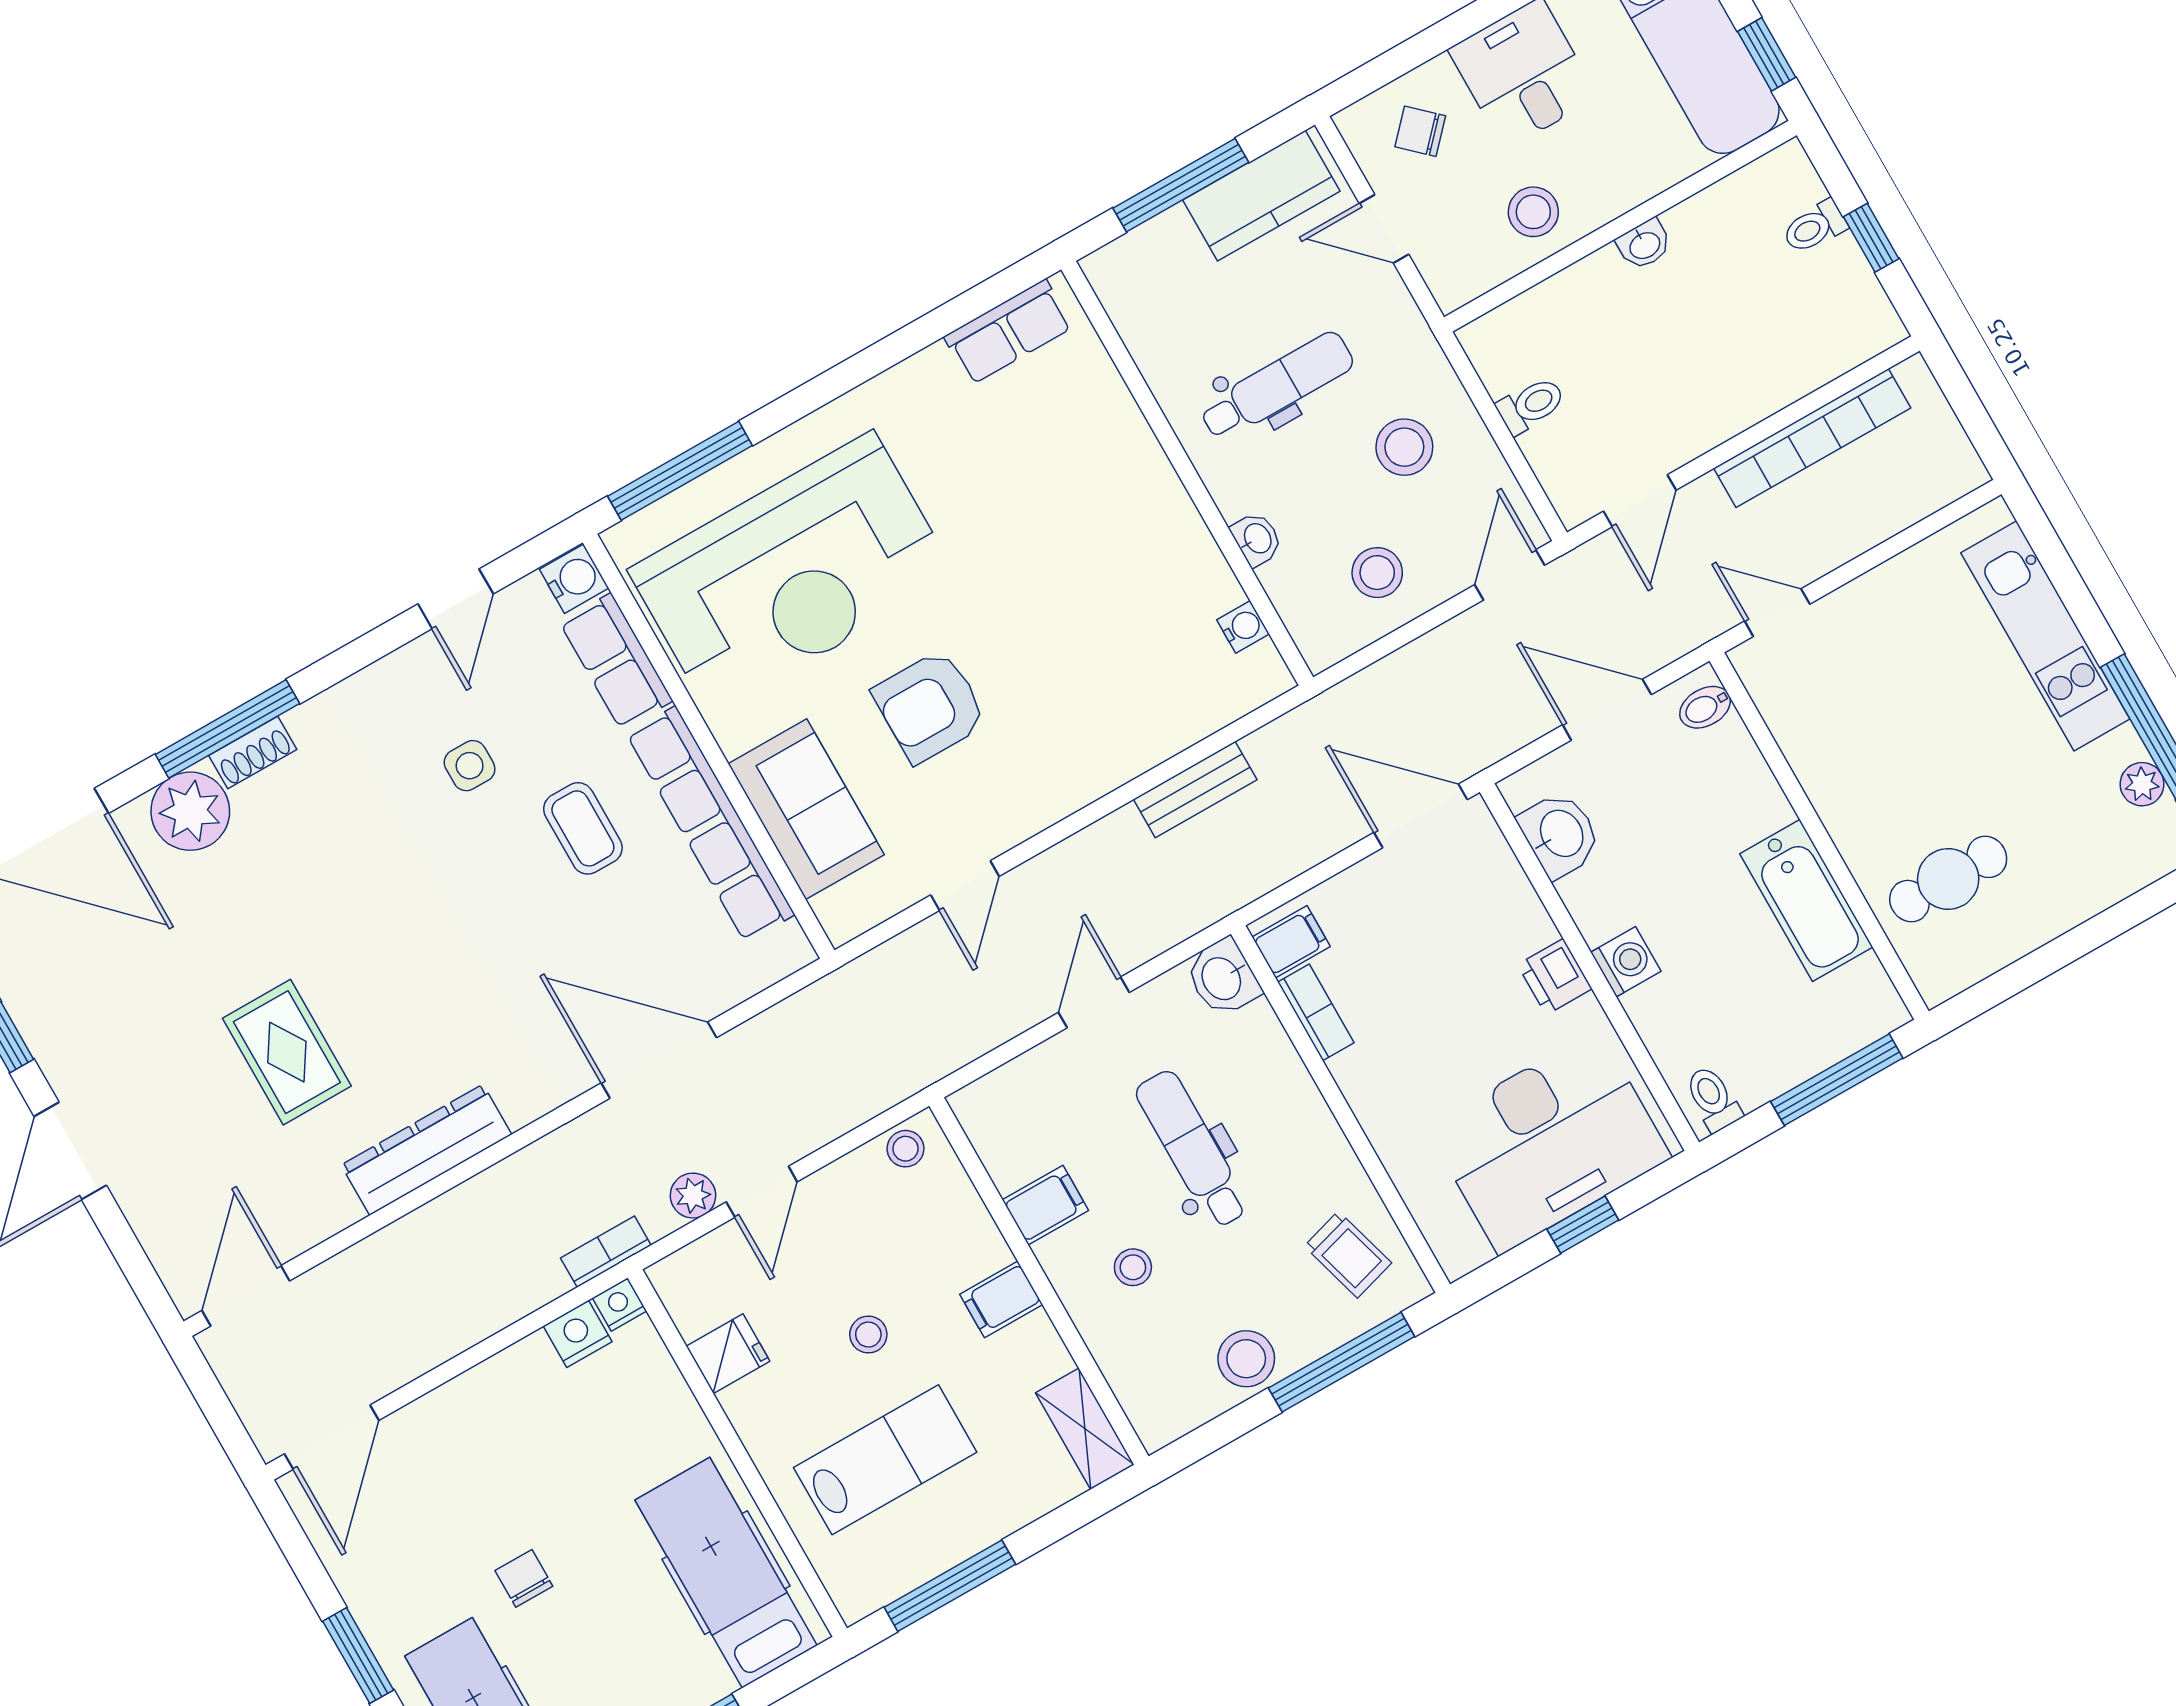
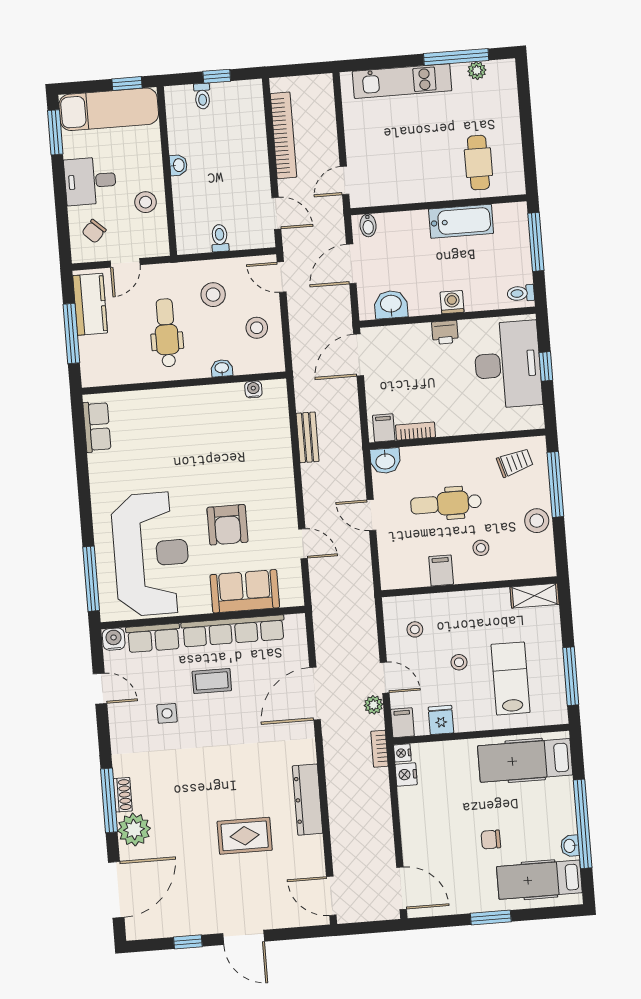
stool: (906, 1149) -> (415, 629), moved
filing cabinet: (1001, 1299) -> (402, 723), moved, turned 180

